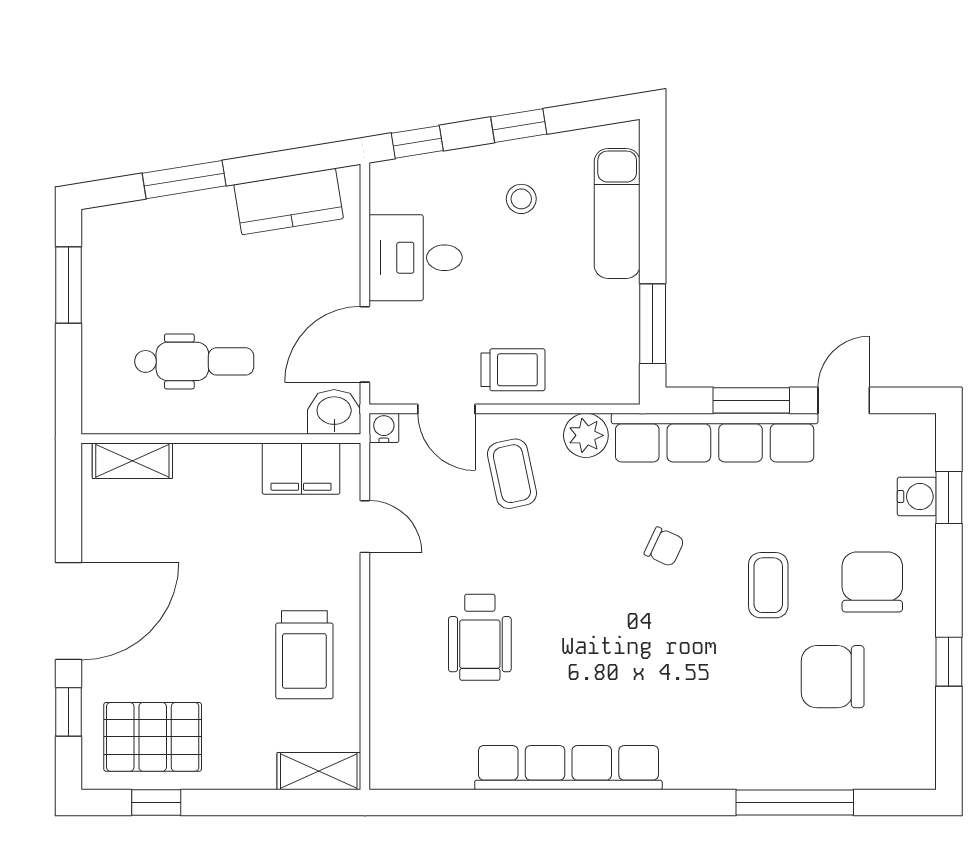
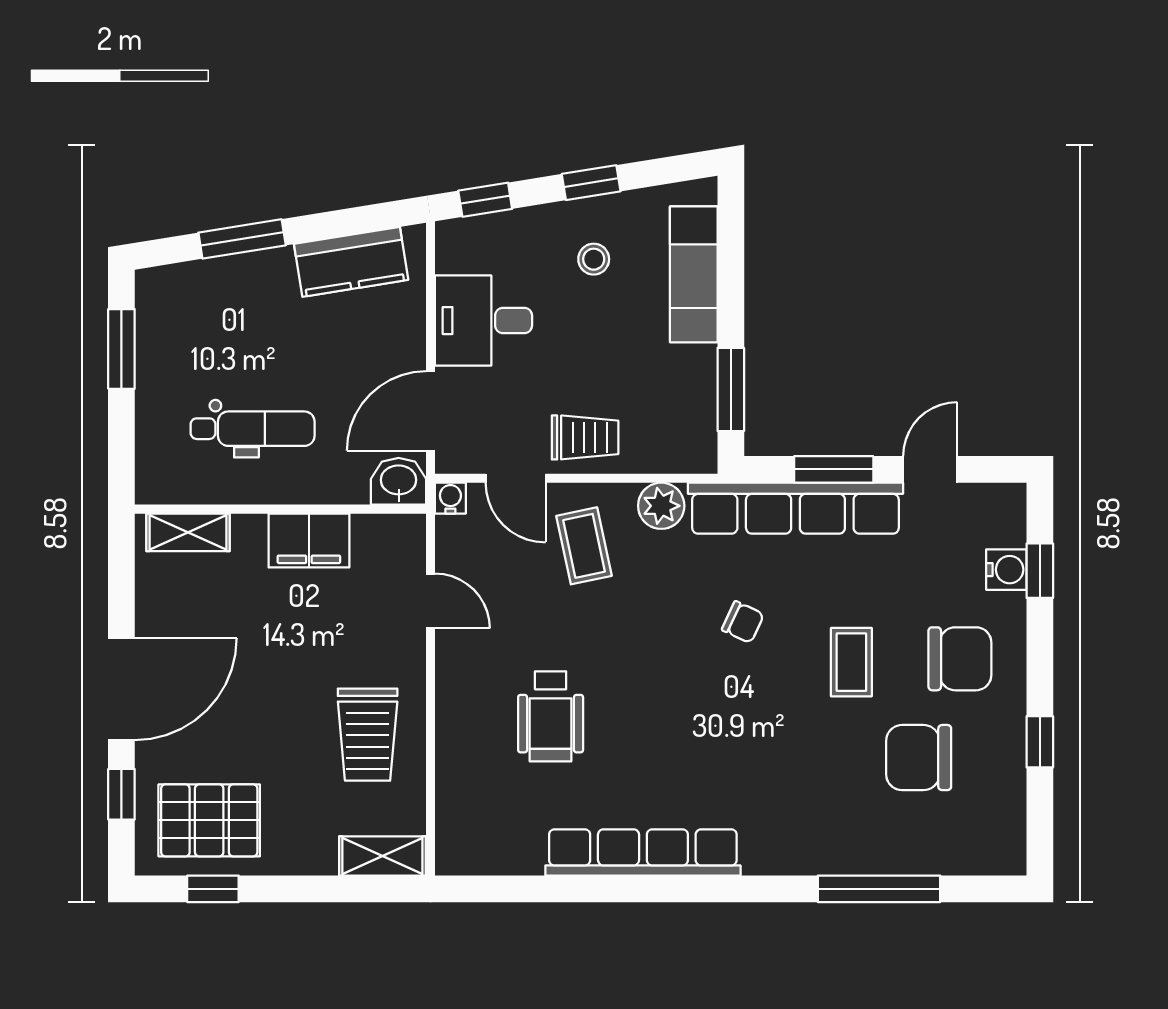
filing cabinet: (301, 469) -> (309, 540), moved
chair: (872, 582) -> (960, 659), turned 90

